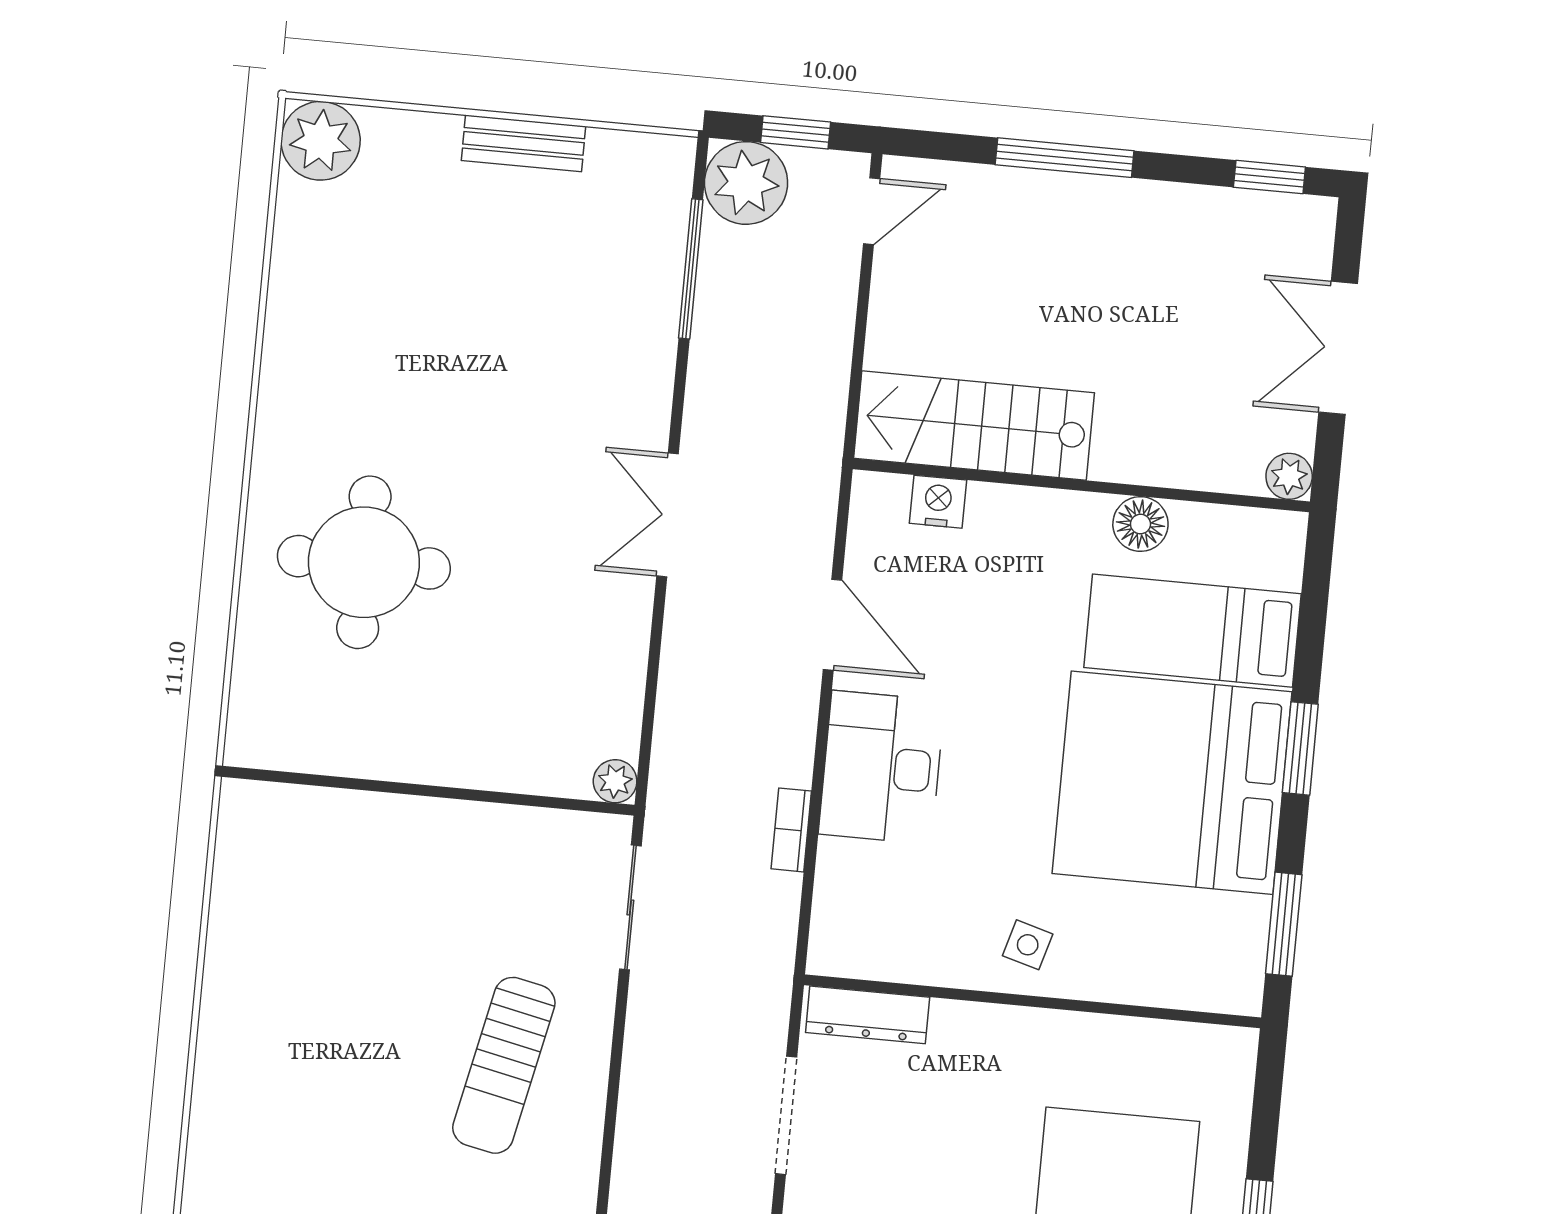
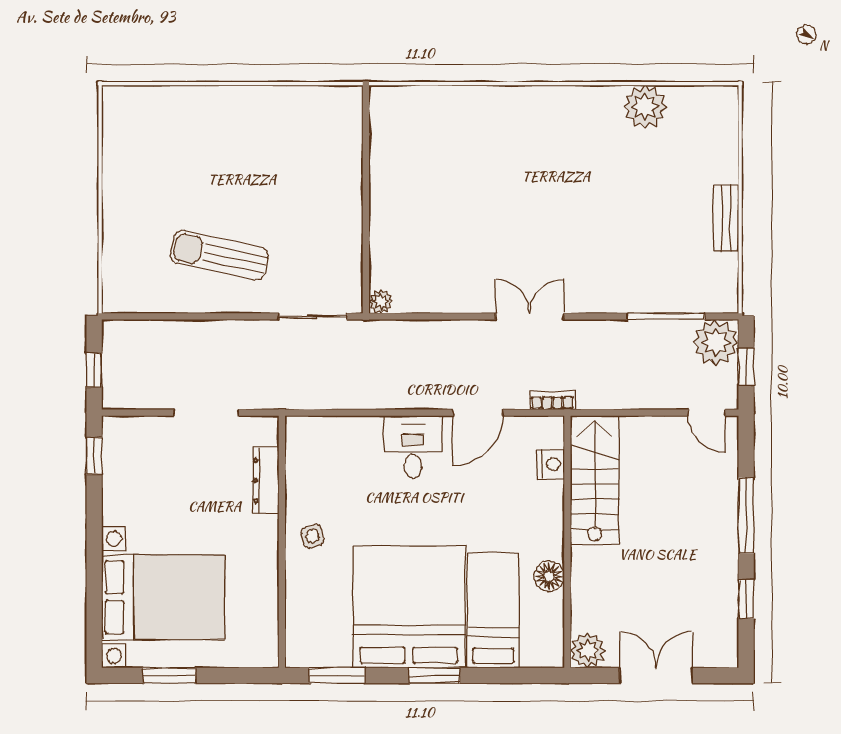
plant: (321, 141) -> (645, 107), moved
window: (1269, 177) -> (746, 599), moved
plant: (1289, 476) -> (588, 650), width x1.38, depth x1.38
round table: (364, 562) -> (488, 152), removed
desk: (882, 767) -> (413, 447), width x0.73
bookcase: (791, 830) -> (552, 401), moved
side table: (1028, 945) -> (313, 536), turned -31
dresser: (868, 1015) -> (266, 481), moved

